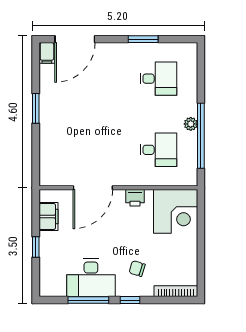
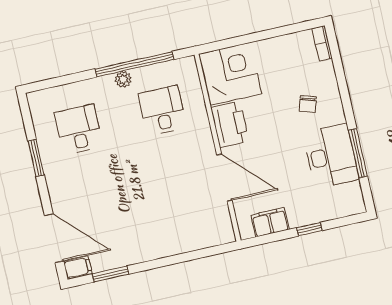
window: (36, 108) -> (111, 274), moved
printer: (135, 198) -> (230, 124), width x1.87, depth x1.48
bookcase: (176, 291) -> (322, 43), width x0.64
window: (130, 300) -> (347, 104), removed

